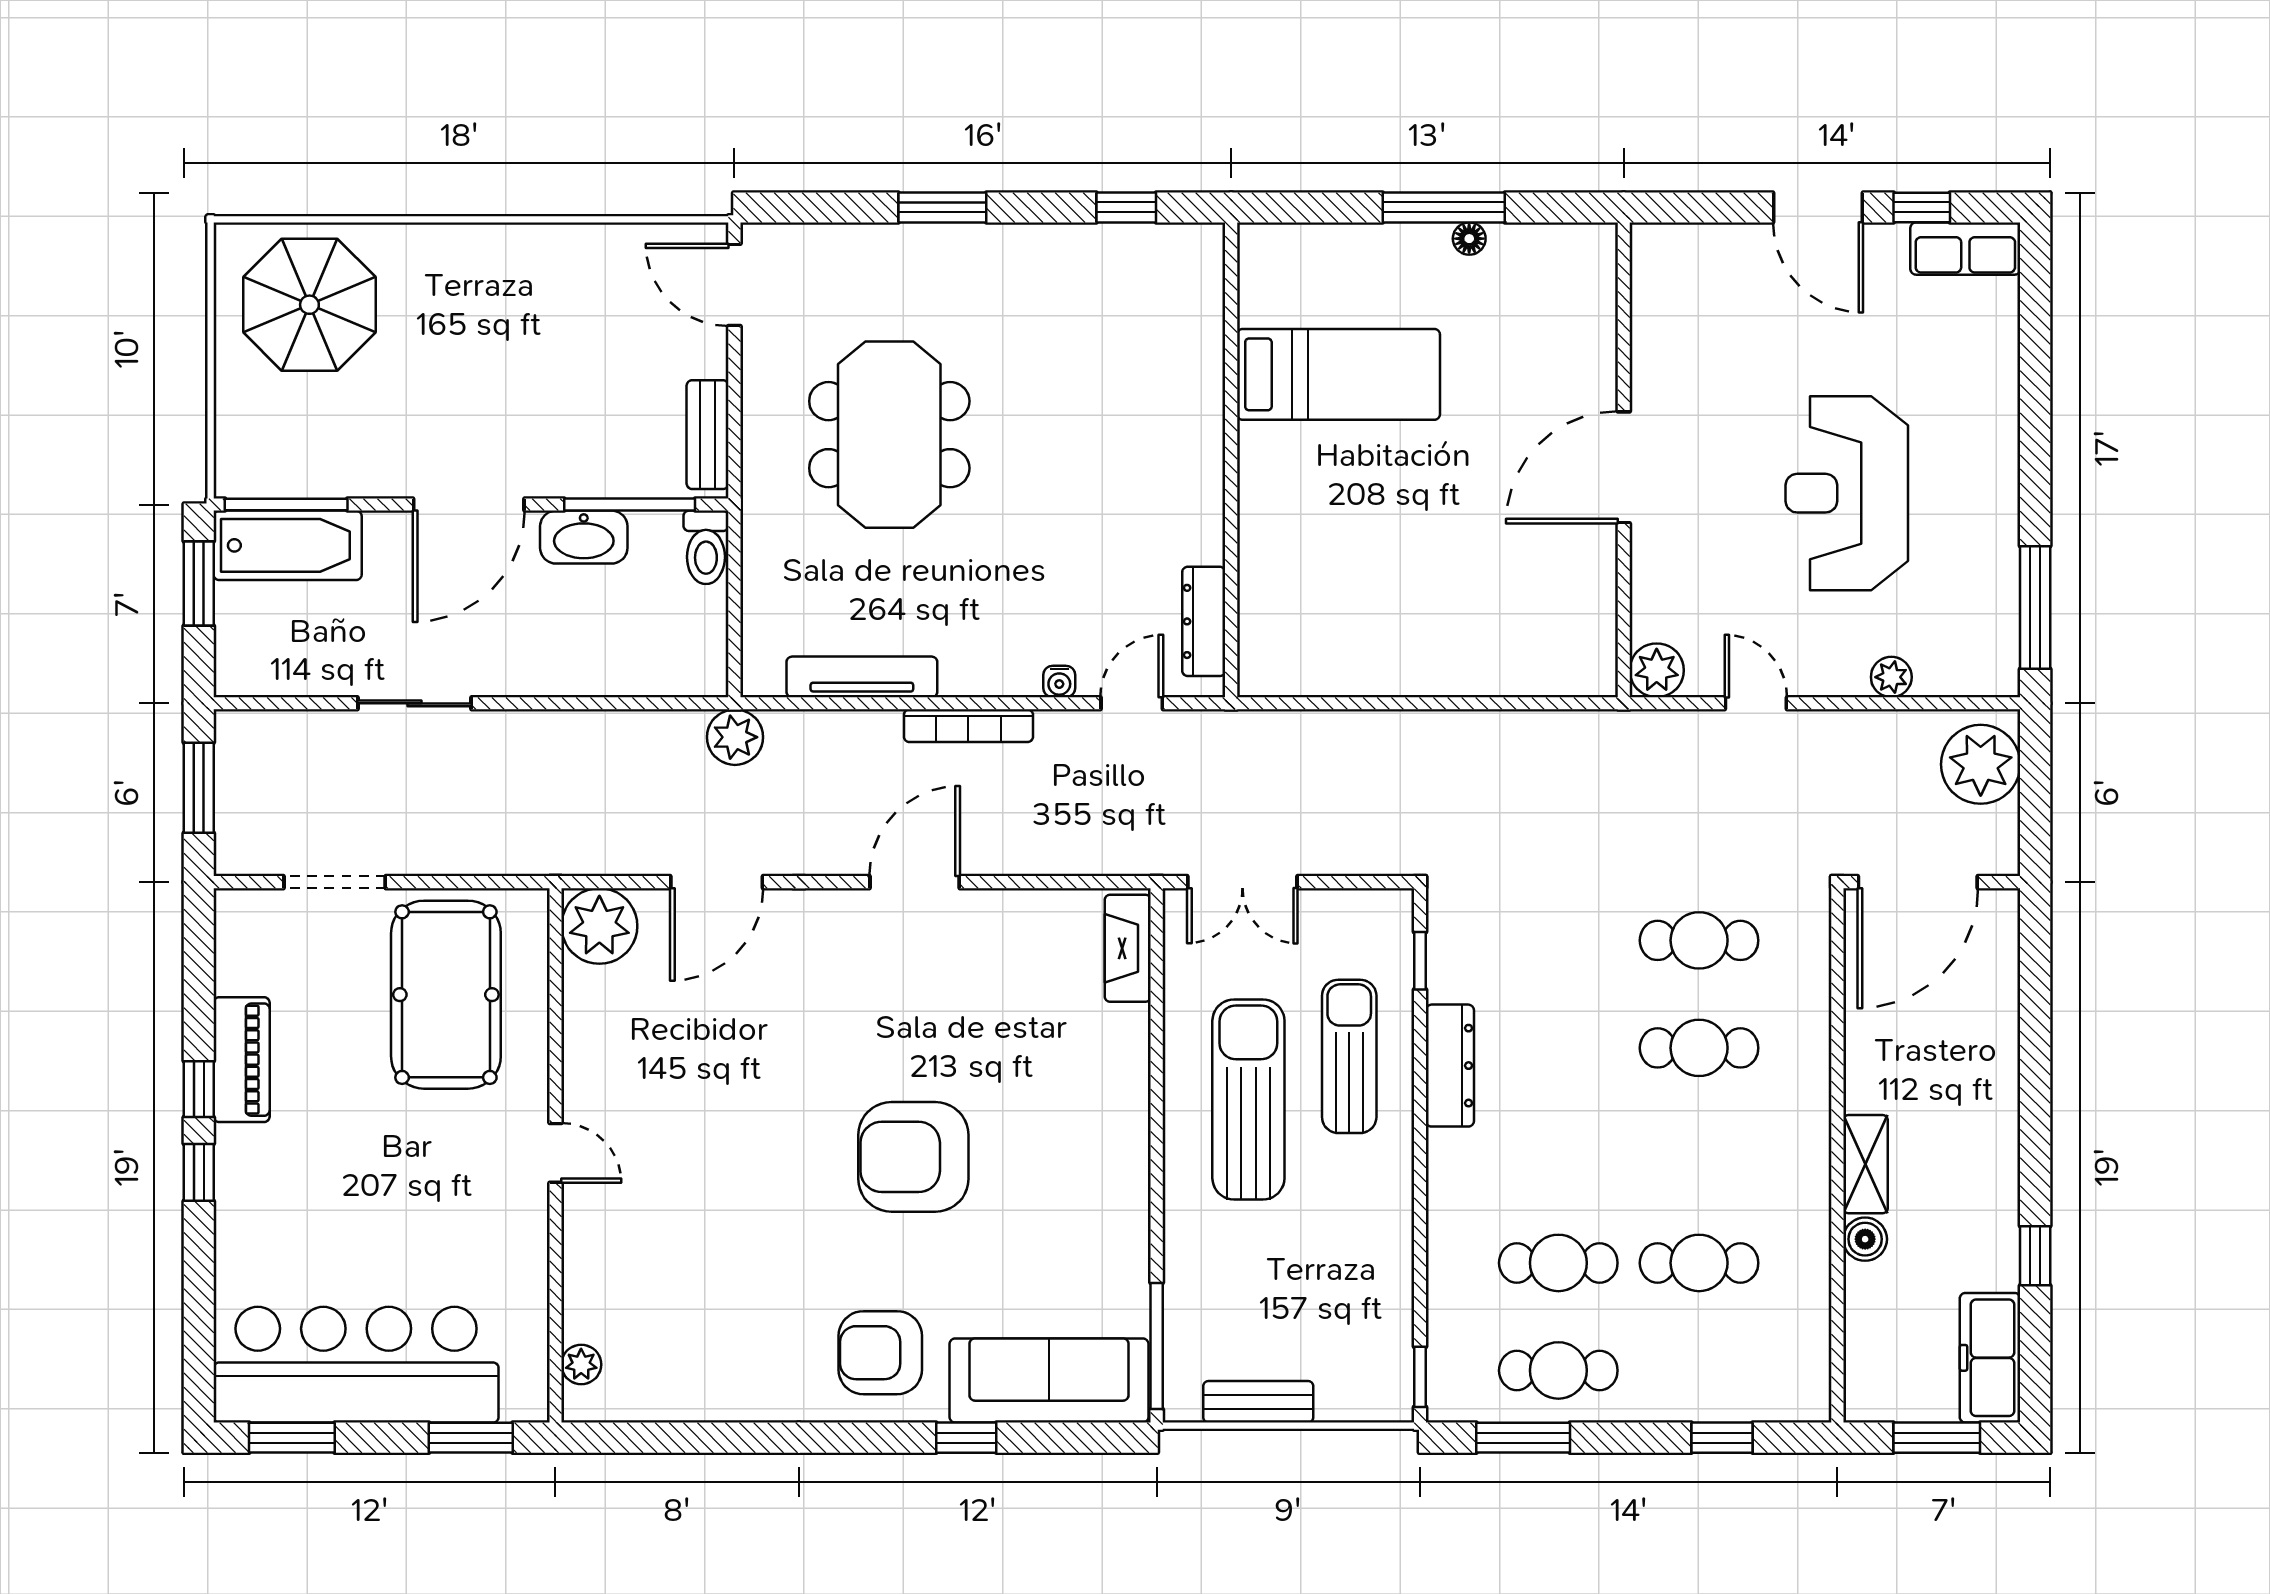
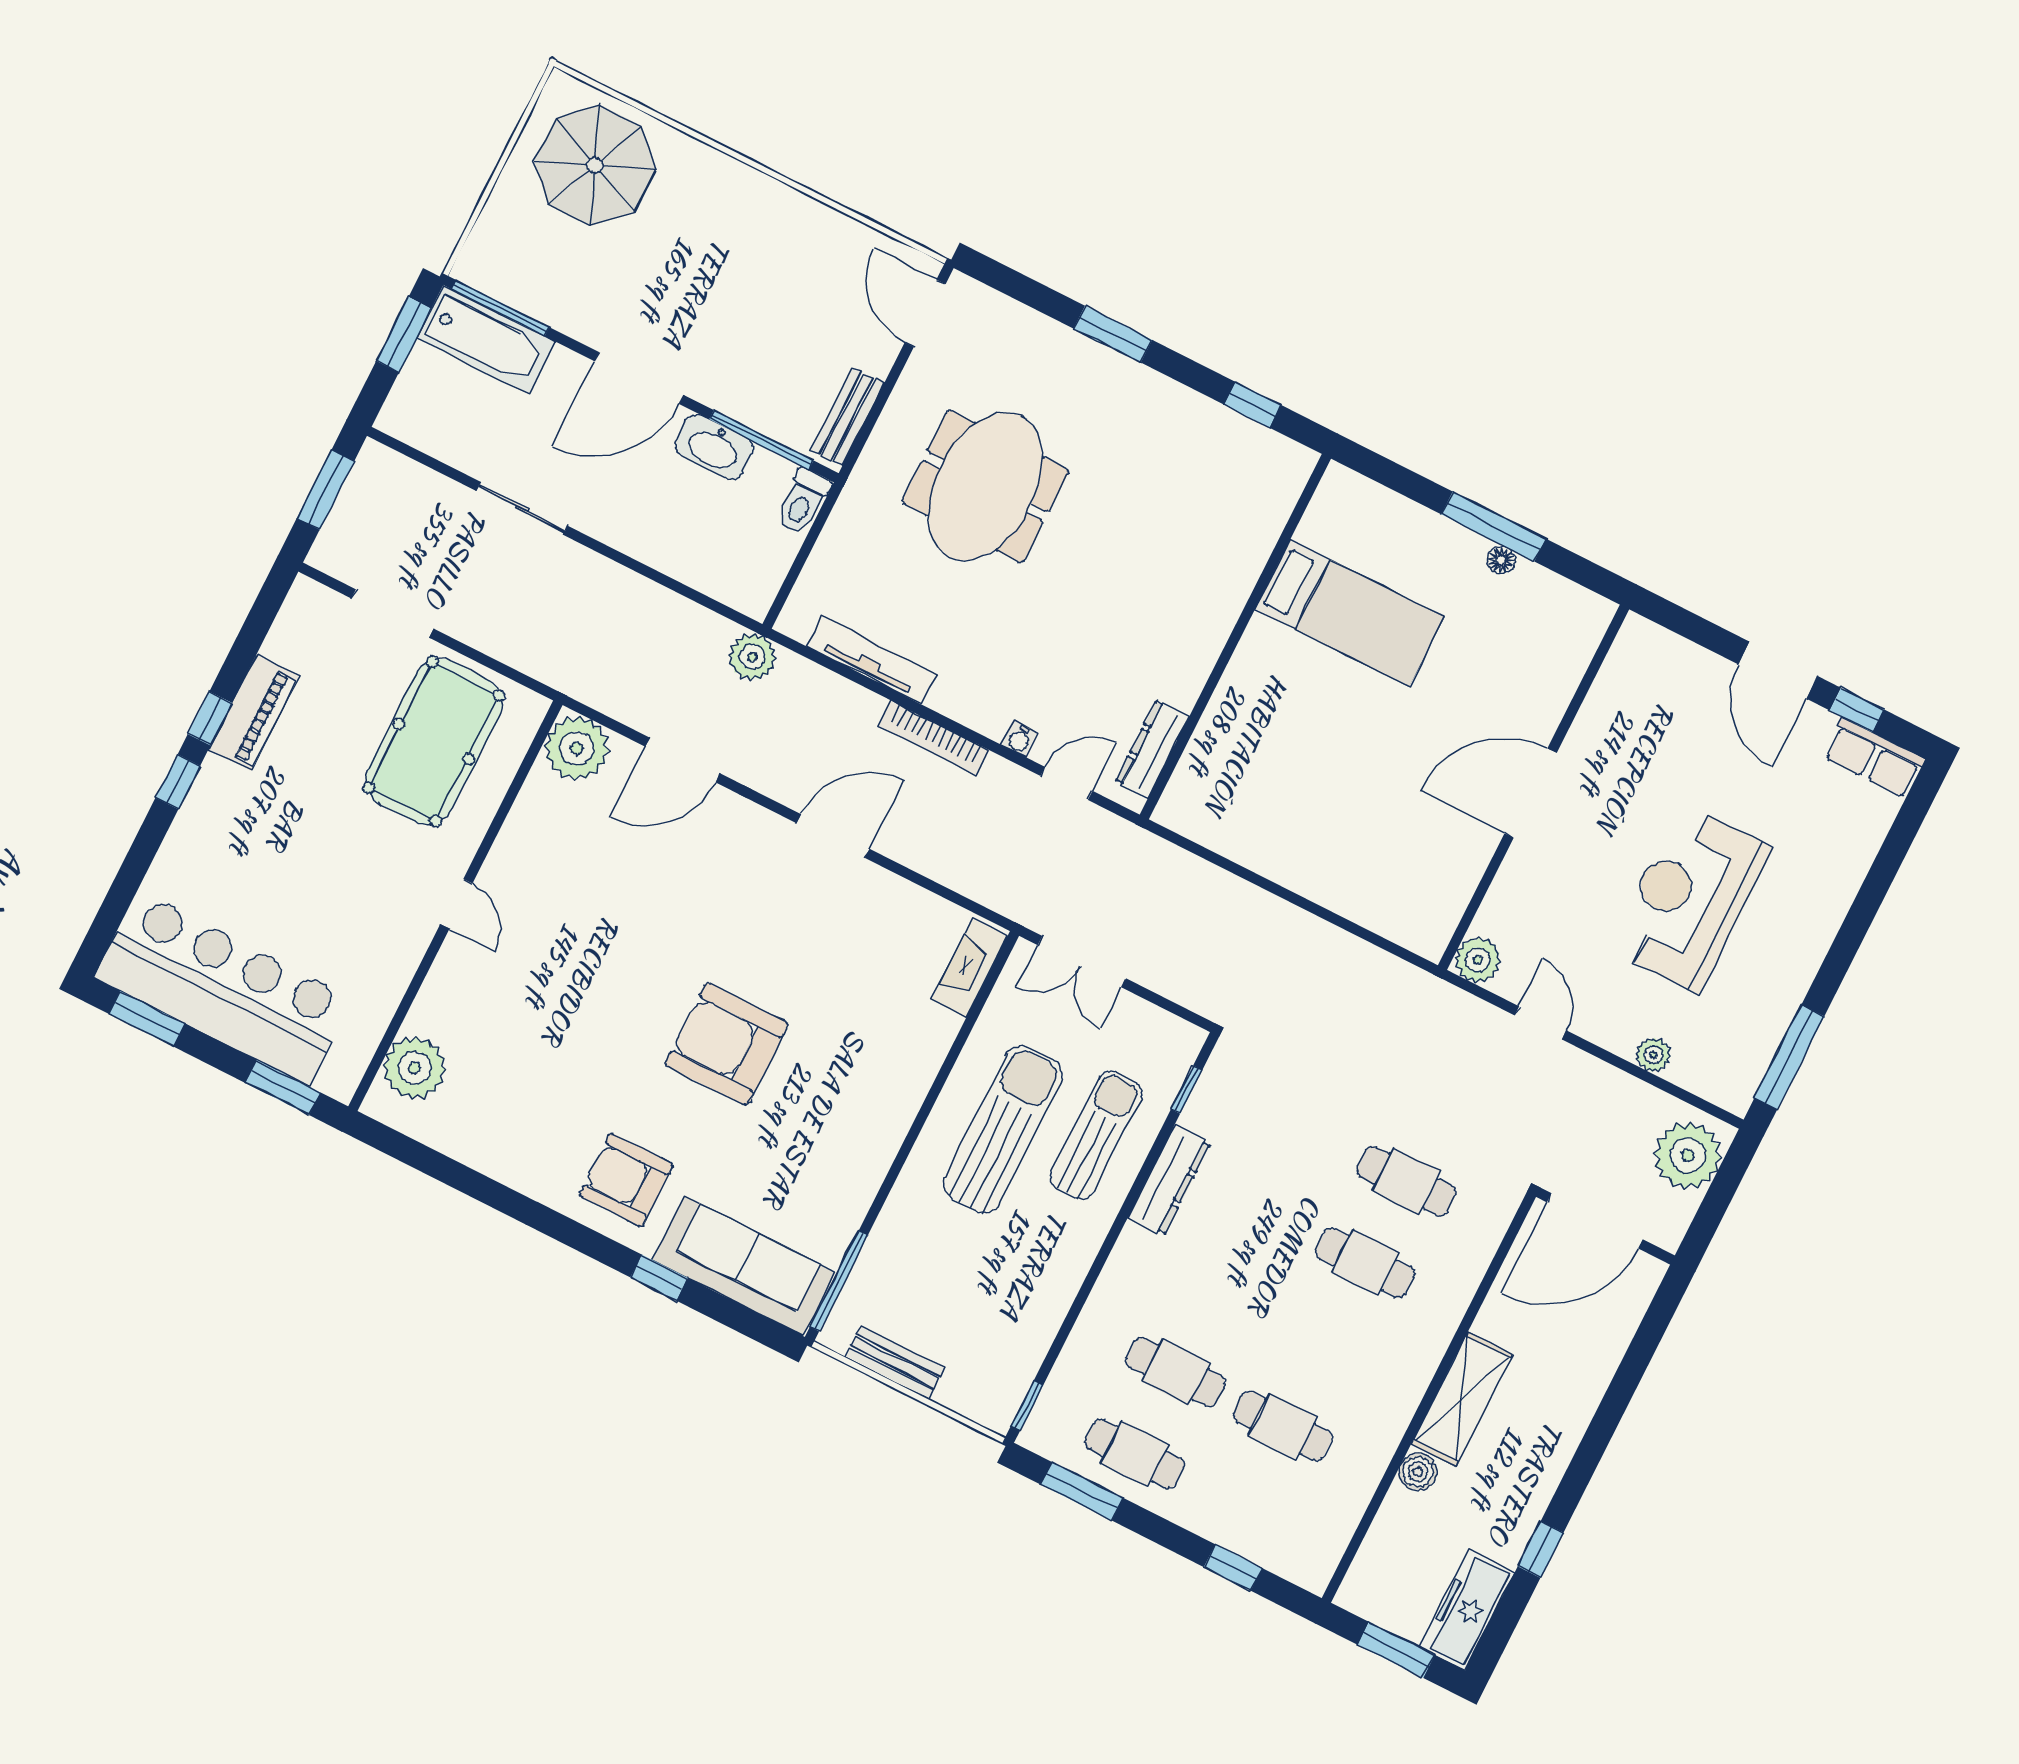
shelving: (1866, 1164) -> (1462, 1399), width x1.50, depth x1.33
plant: (581, 1364) -> (415, 1068), width x1.88, depth x1.88

